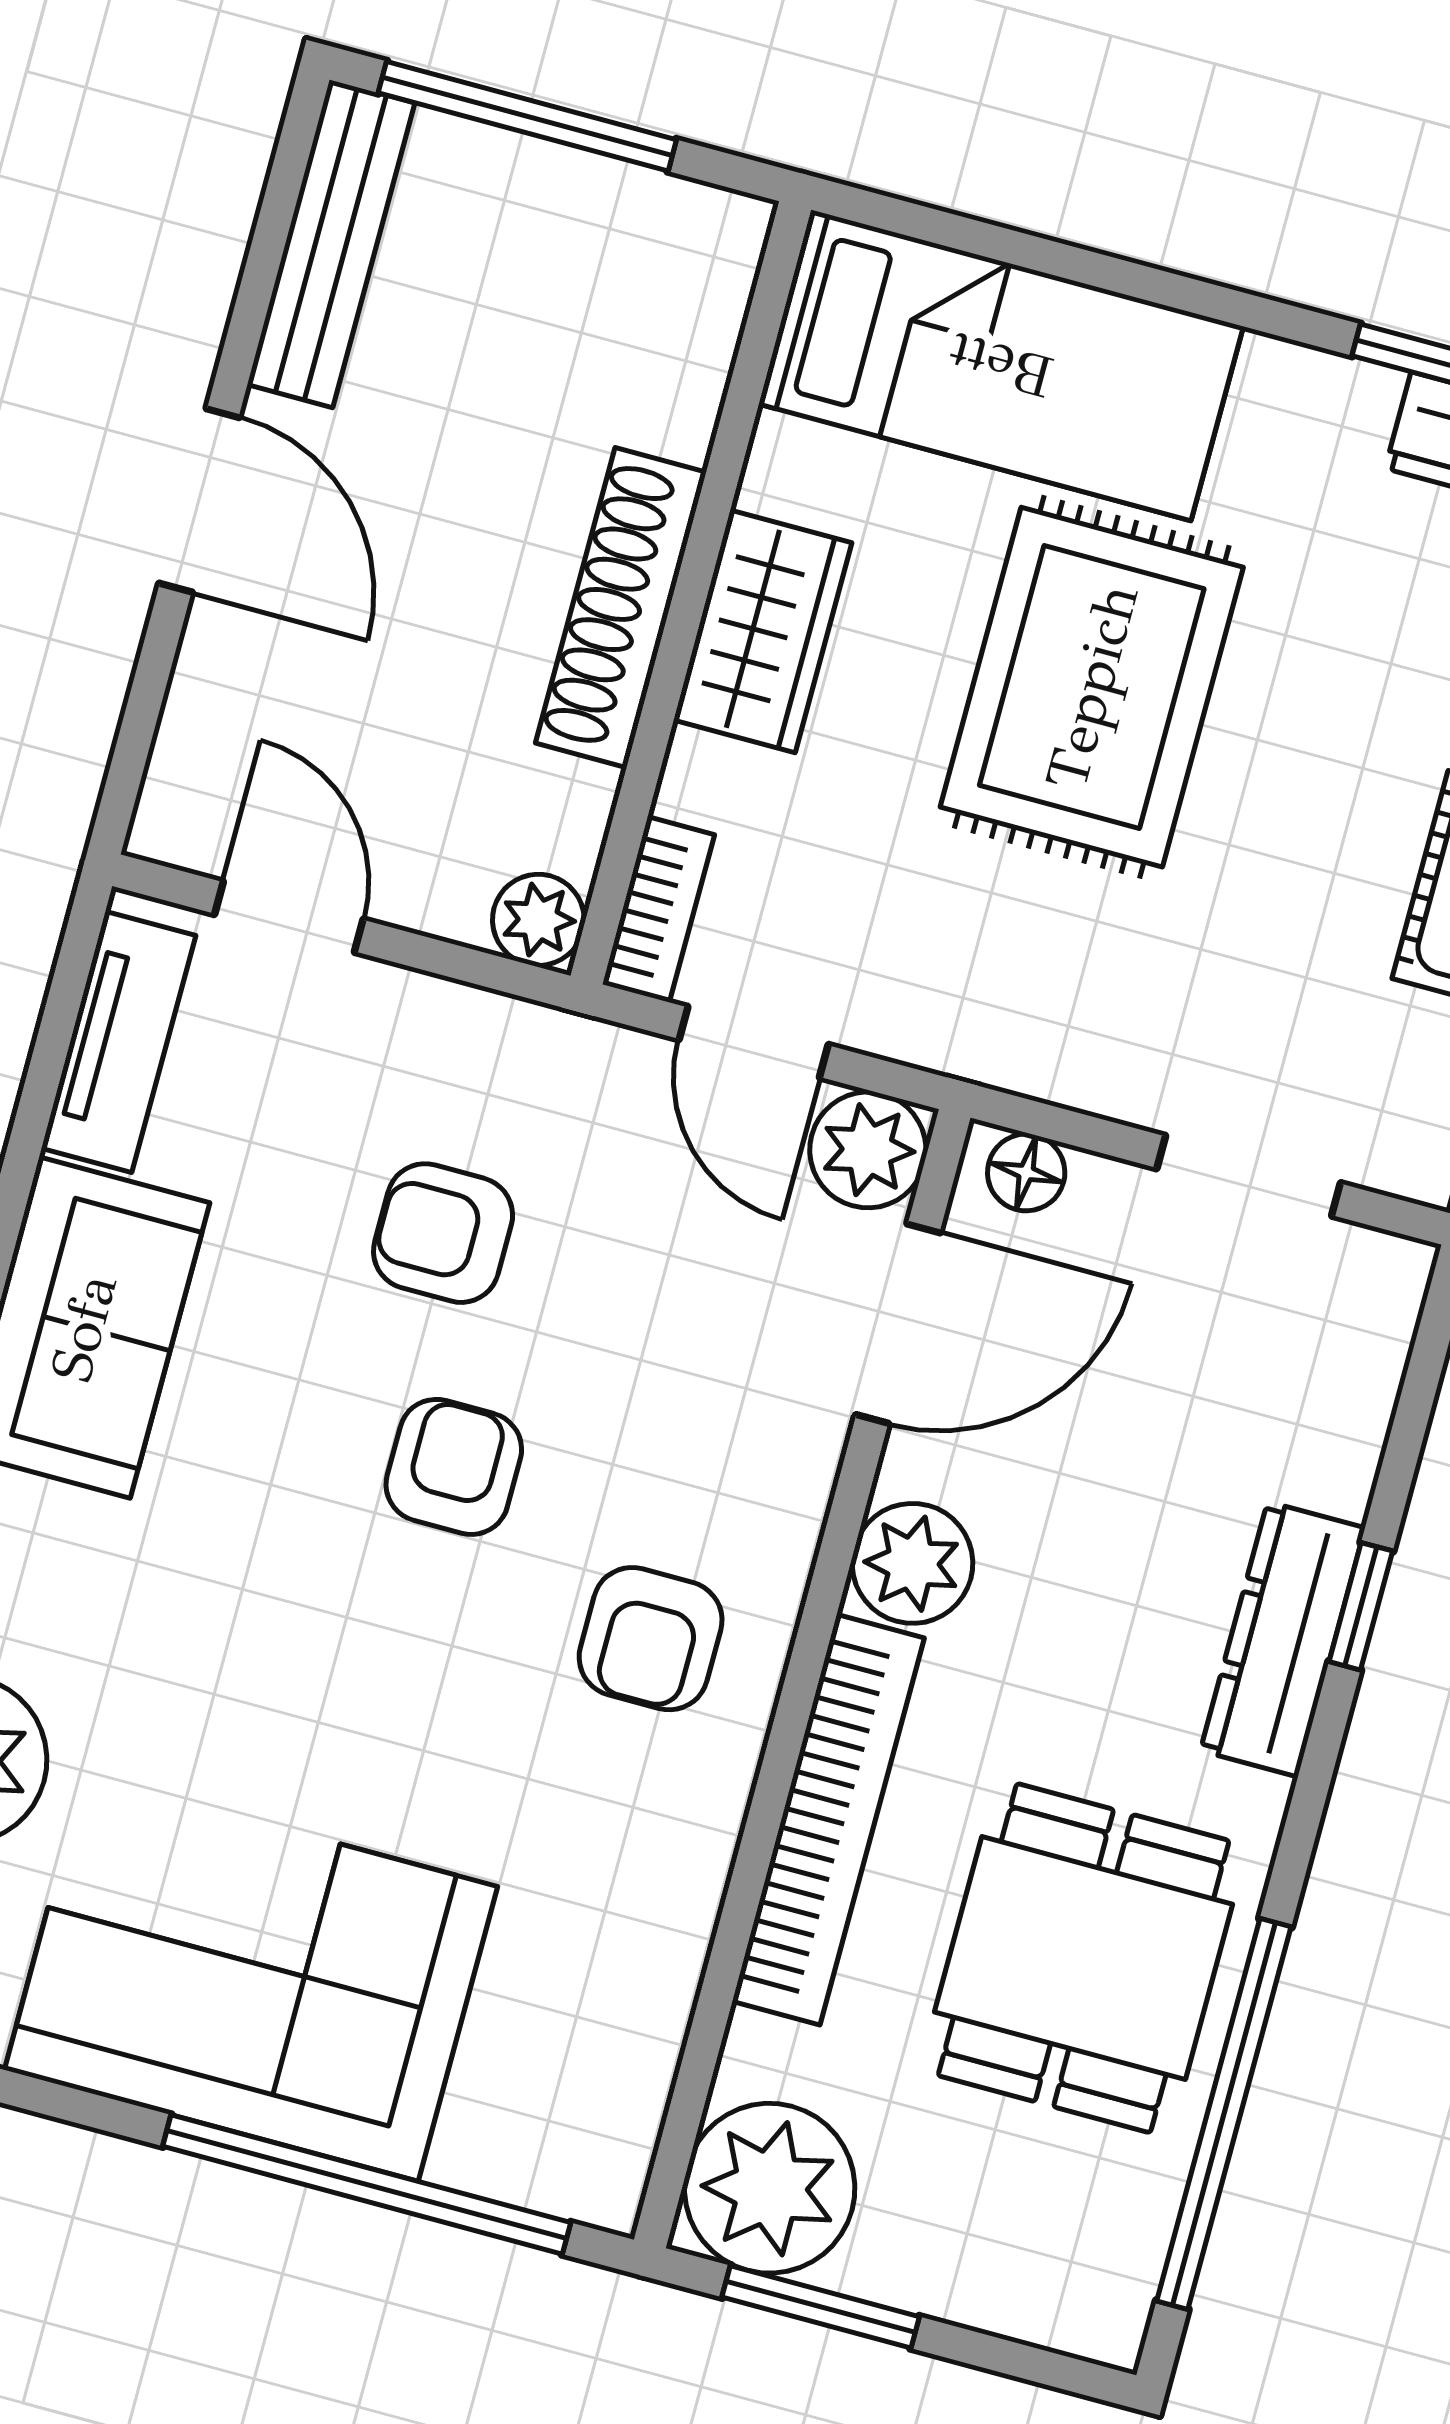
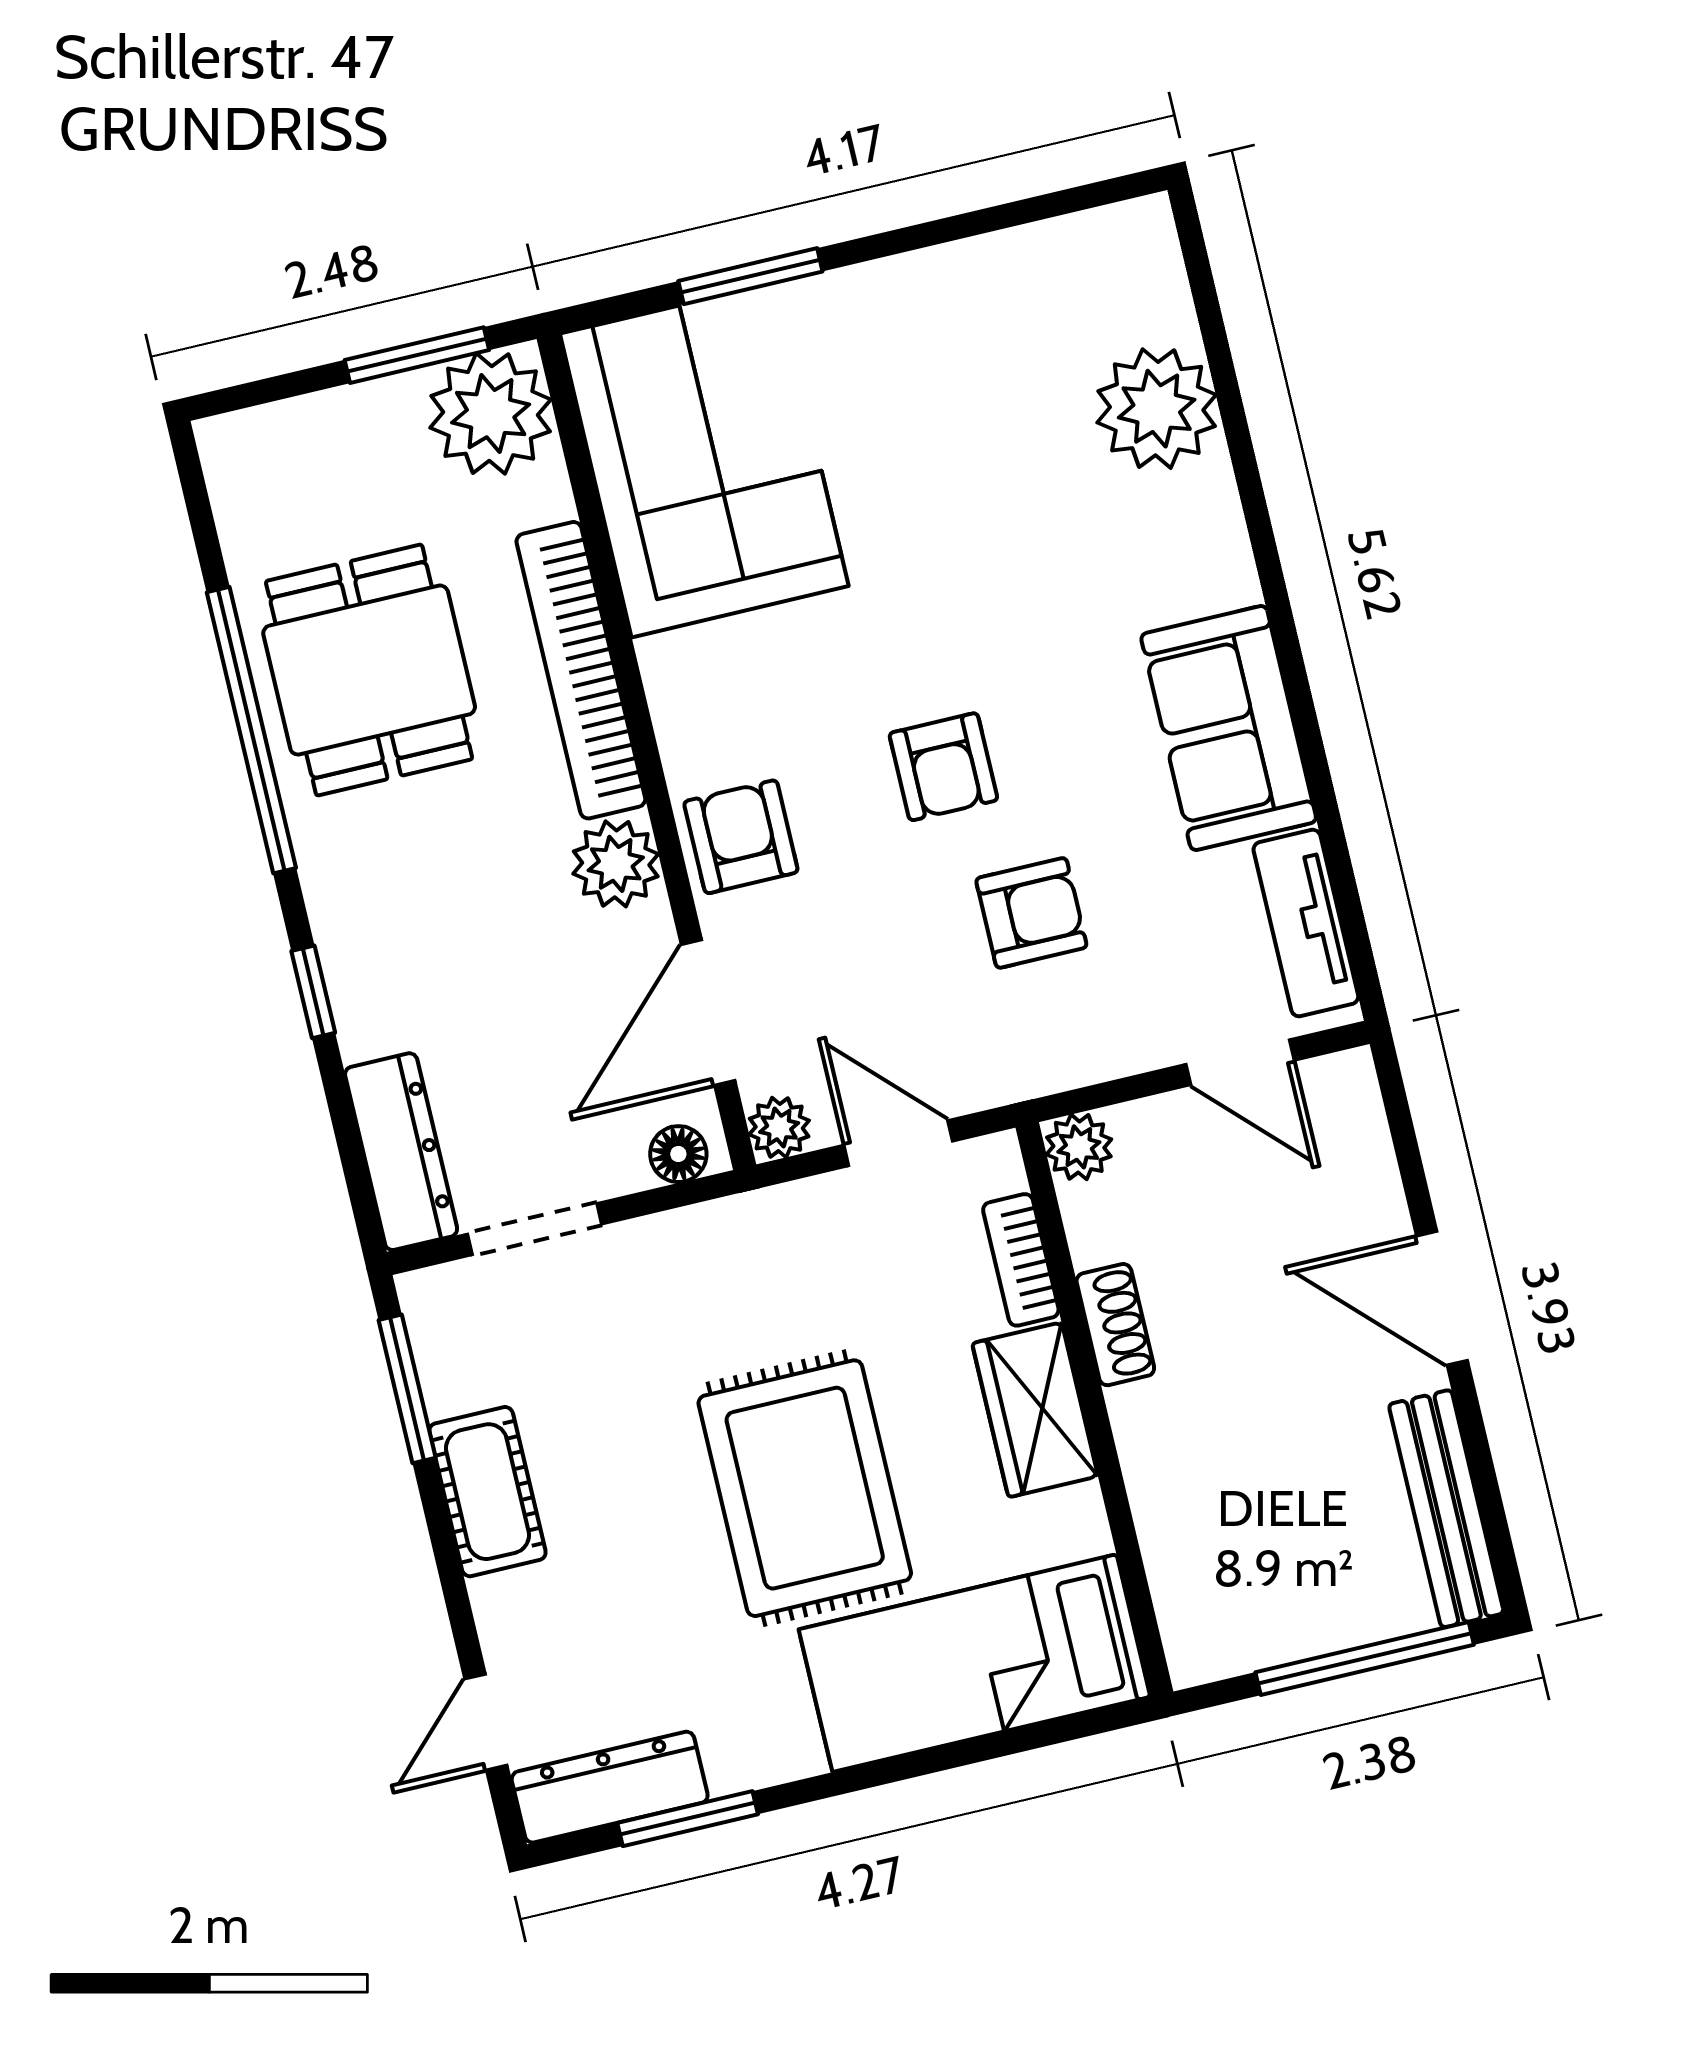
shoe rack: (621, 608) -> (1115, 1325), width x0.51, depth x0.81
bookcase: (658, 909) -> (1021, 1260), moved
plant: (868, 1150) -> (779, 1127), width x0.73, depth x0.73
armchair: (651, 1639) -> (741, 837), moved
dresser: (1283, 1639) -> (401, 1152), moved
corner sofa: (251, 1978) -> (704, 460), moved, turned -90
window: (1224, 2114) -> (251, 730), moved
window: (367, 2184) -> (750, 276), width x0.47

